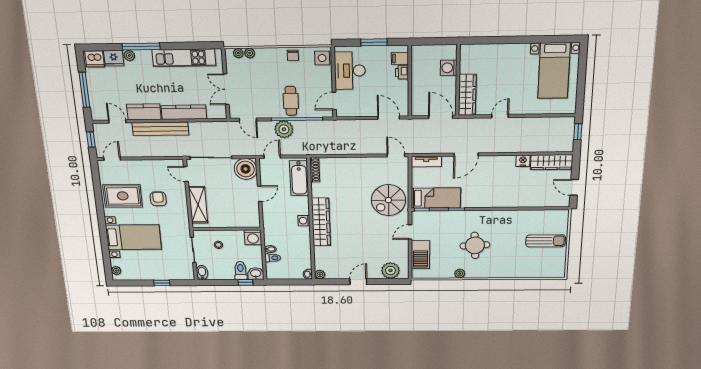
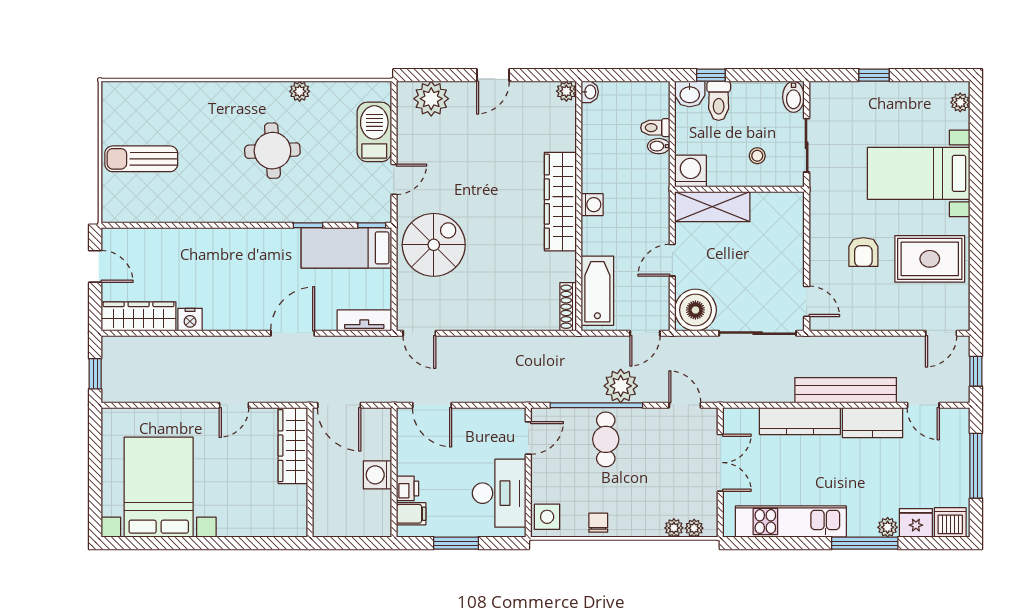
washing machine: (449, 68) -> (377, 475), moved, turned 180
bed with nightstands: (554, 71) -> (159, 487), width x1.36
shelving: (198, 205) -> (712, 207), moved, turned 90

